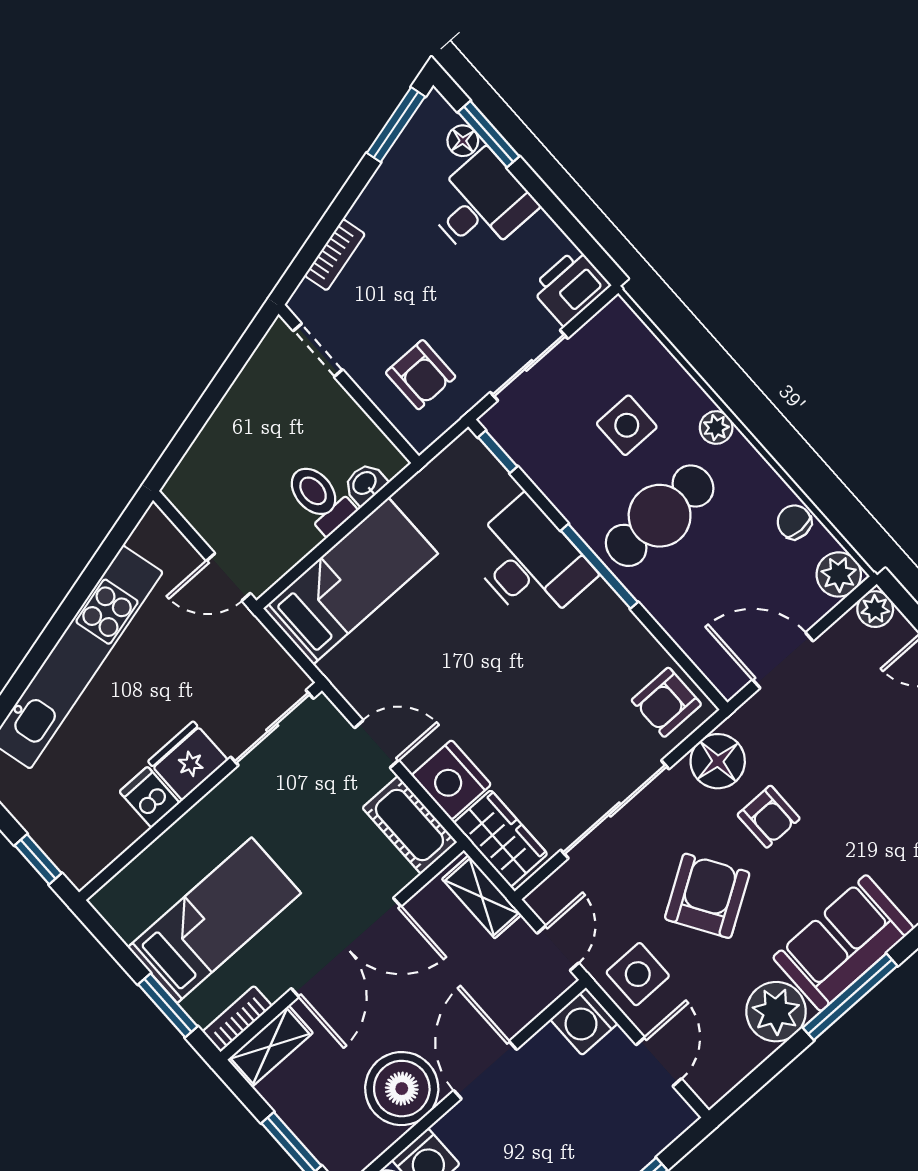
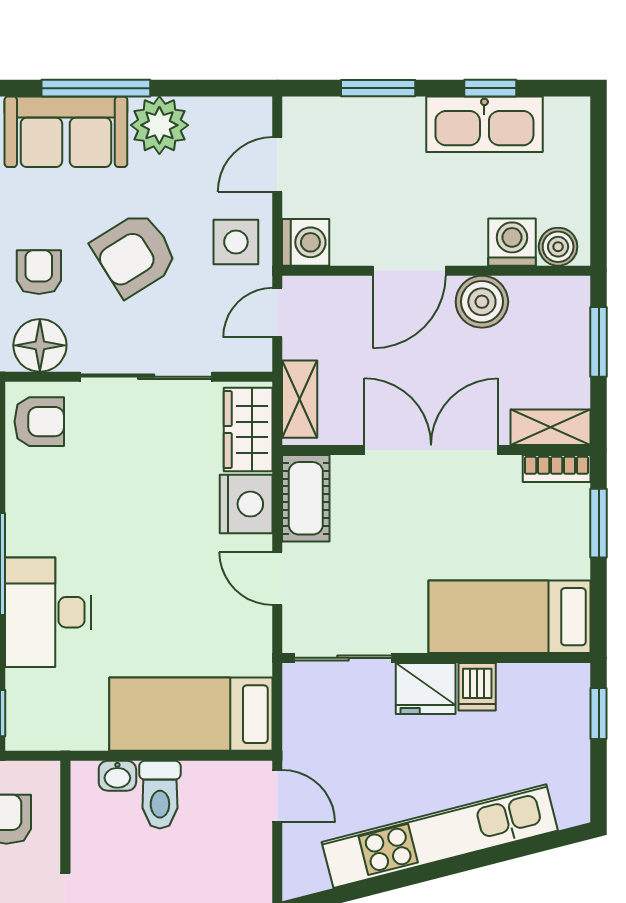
bed: (214, 920) -> (510, 617), moved
boiler: (402, 1089) -> (482, 302), width x0.73, depth x0.73

